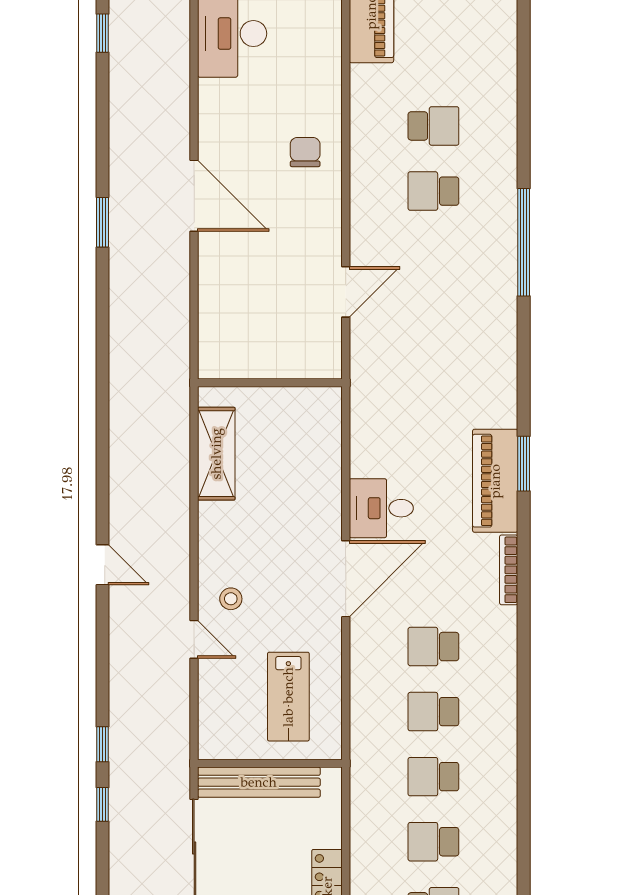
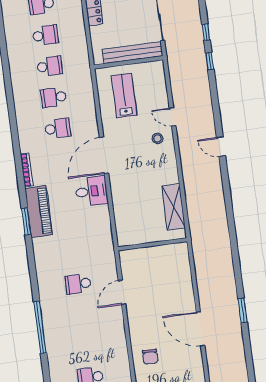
school desk: (433, 191) -> (78, 284), moved, turned 180
school desk: (433, 712) -> (54, 97), turned 180

